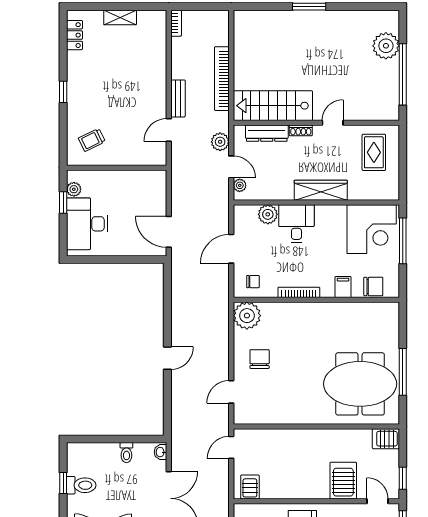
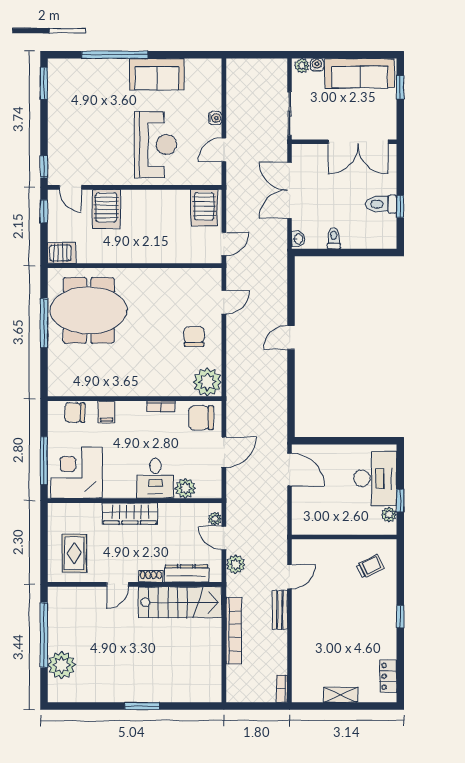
chair: (253, 282) -> (201, 418), width x1.87, depth x1.87
bookcase: (299, 292) -> (161, 406), width x0.64
chair: (260, 359) -> (194, 336), turned 180
server rack: (250, 487) -> (204, 208), width x1.36, depth x1.44

